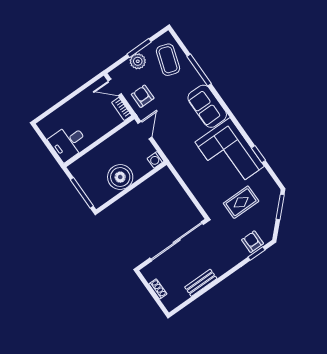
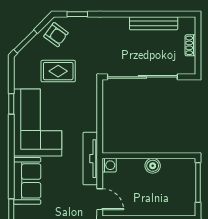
door: (145, 130) -> (100, 199), swing flipped
tv unit: (173, 155) -> (90, 159), added
boiler: (120, 177) -> (153, 166), width x0.54, depth x0.54
armchair: (252, 242) -> (56, 35), moved, turned -54
bench: (201, 283) -> (154, 23), width x1.36

